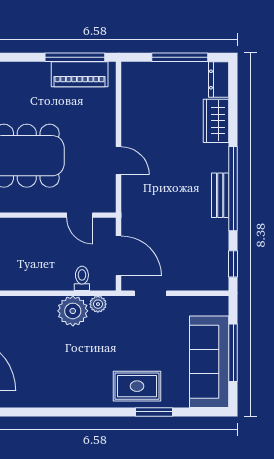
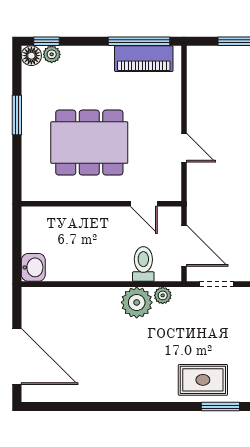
toilet: (82, 278) -> (143, 264), width x1.37, depth x1.39

